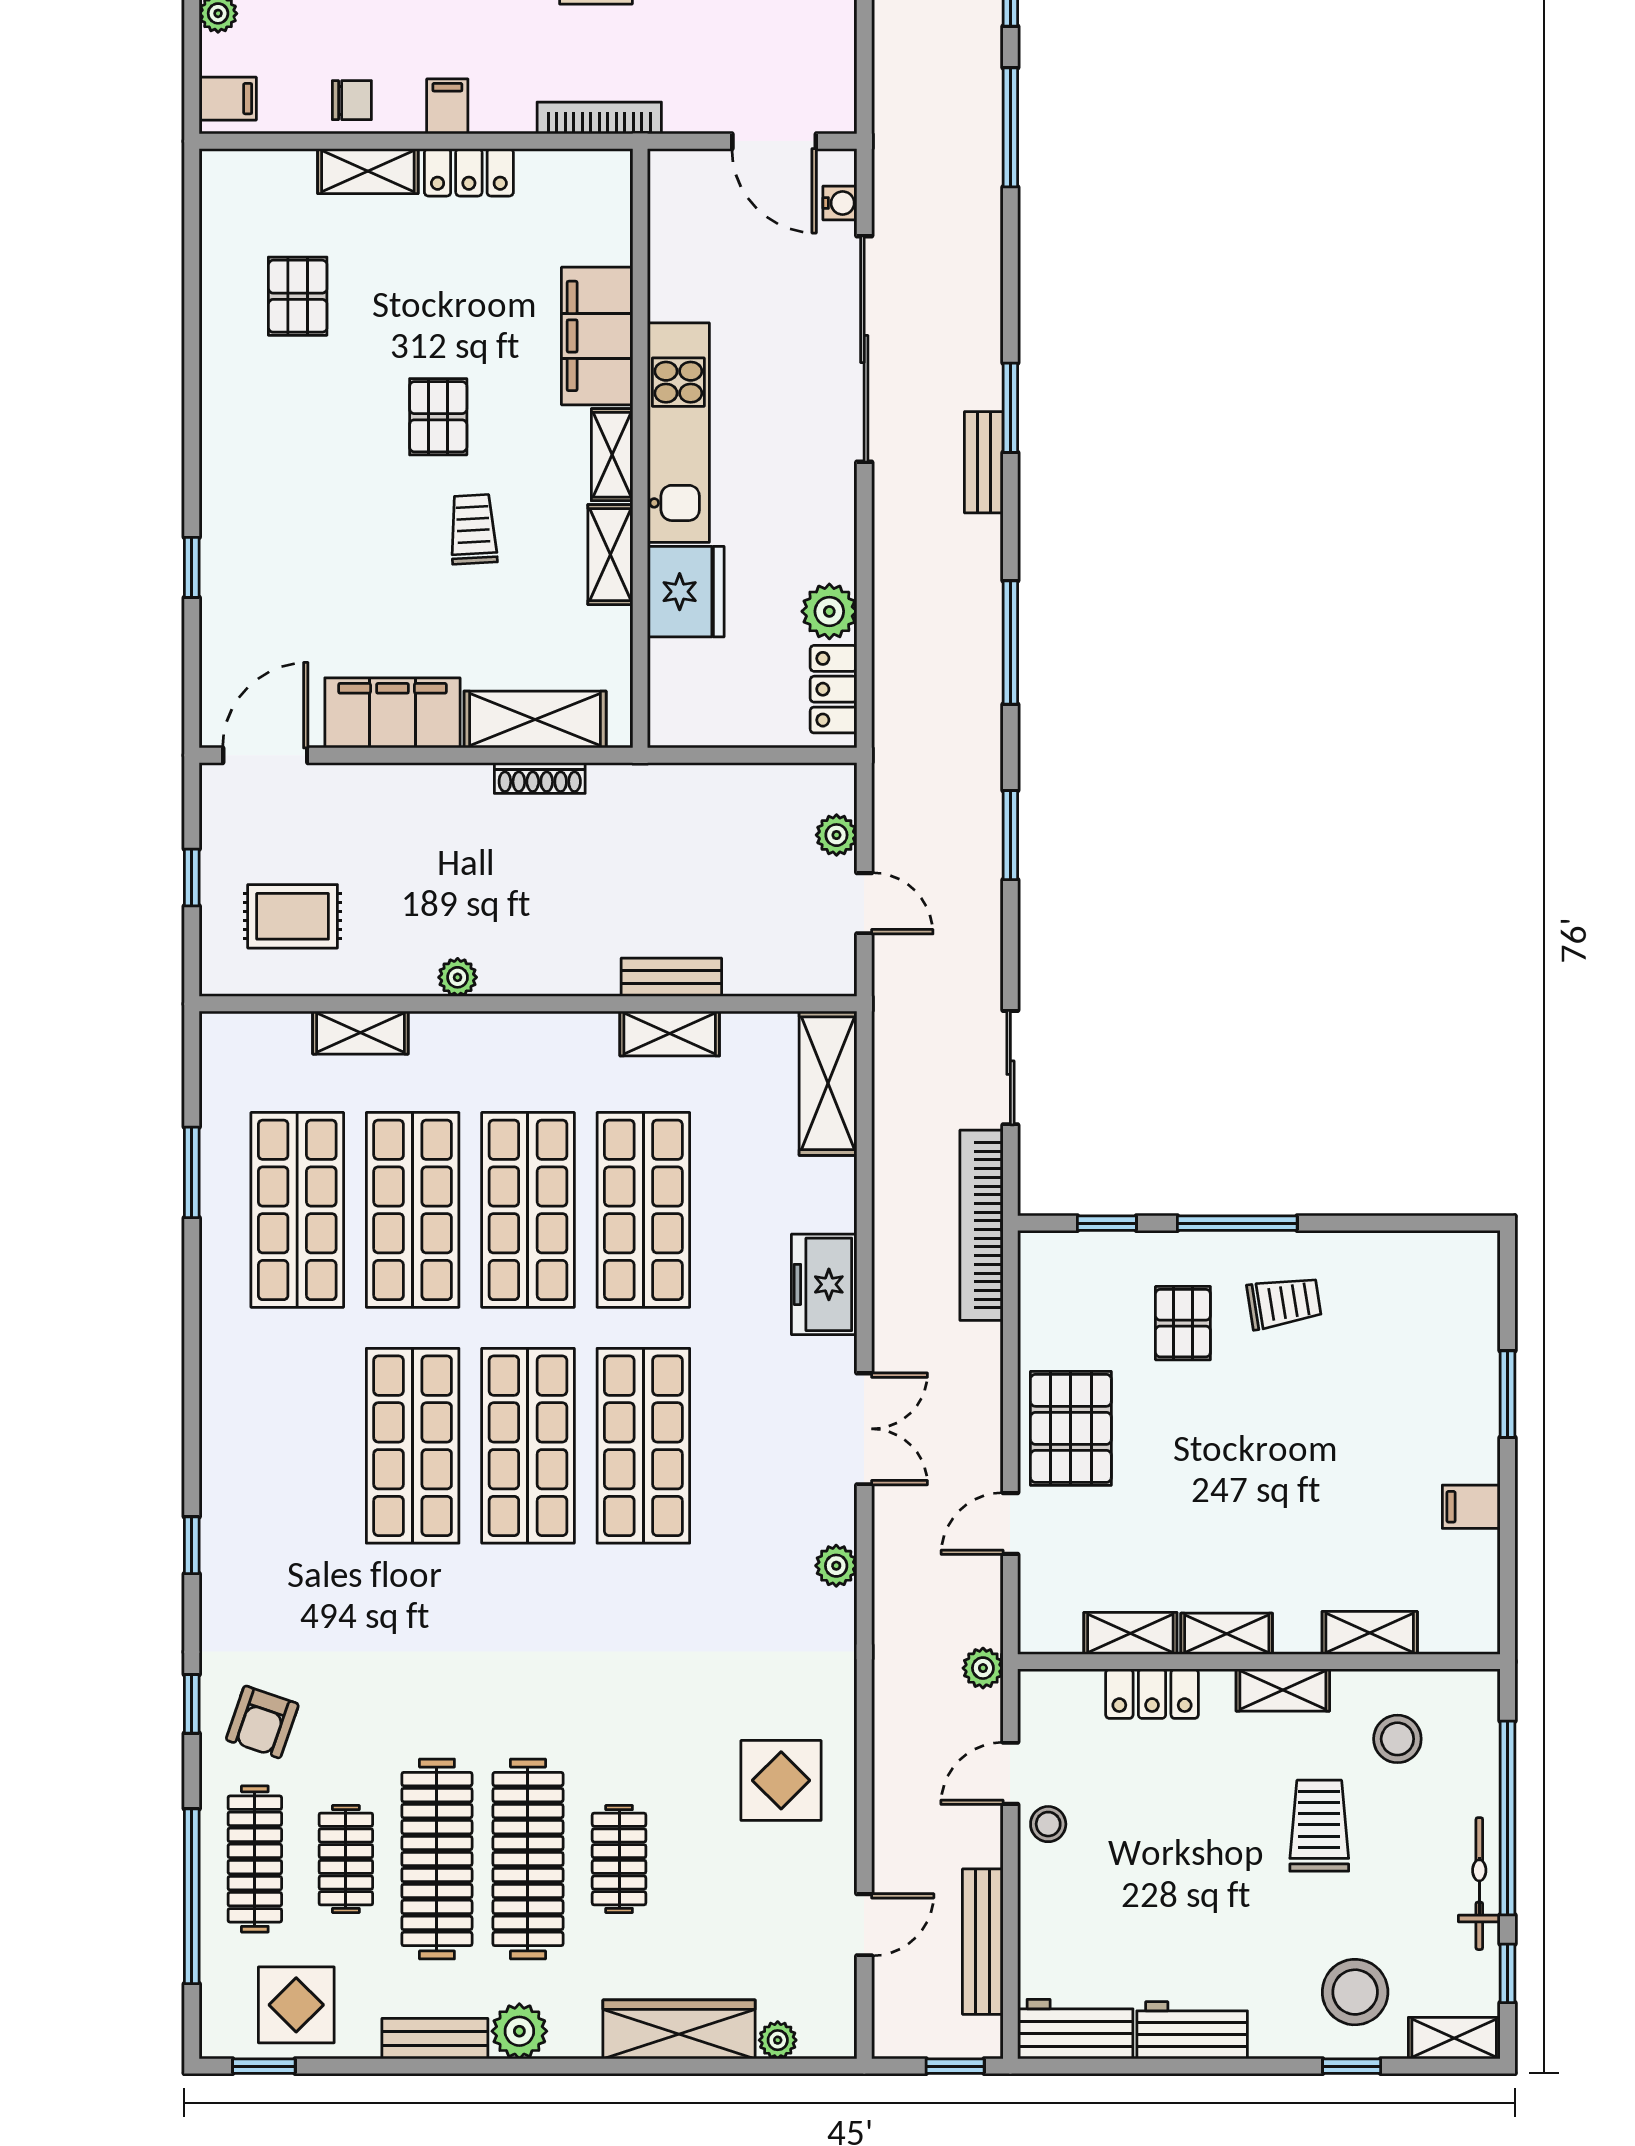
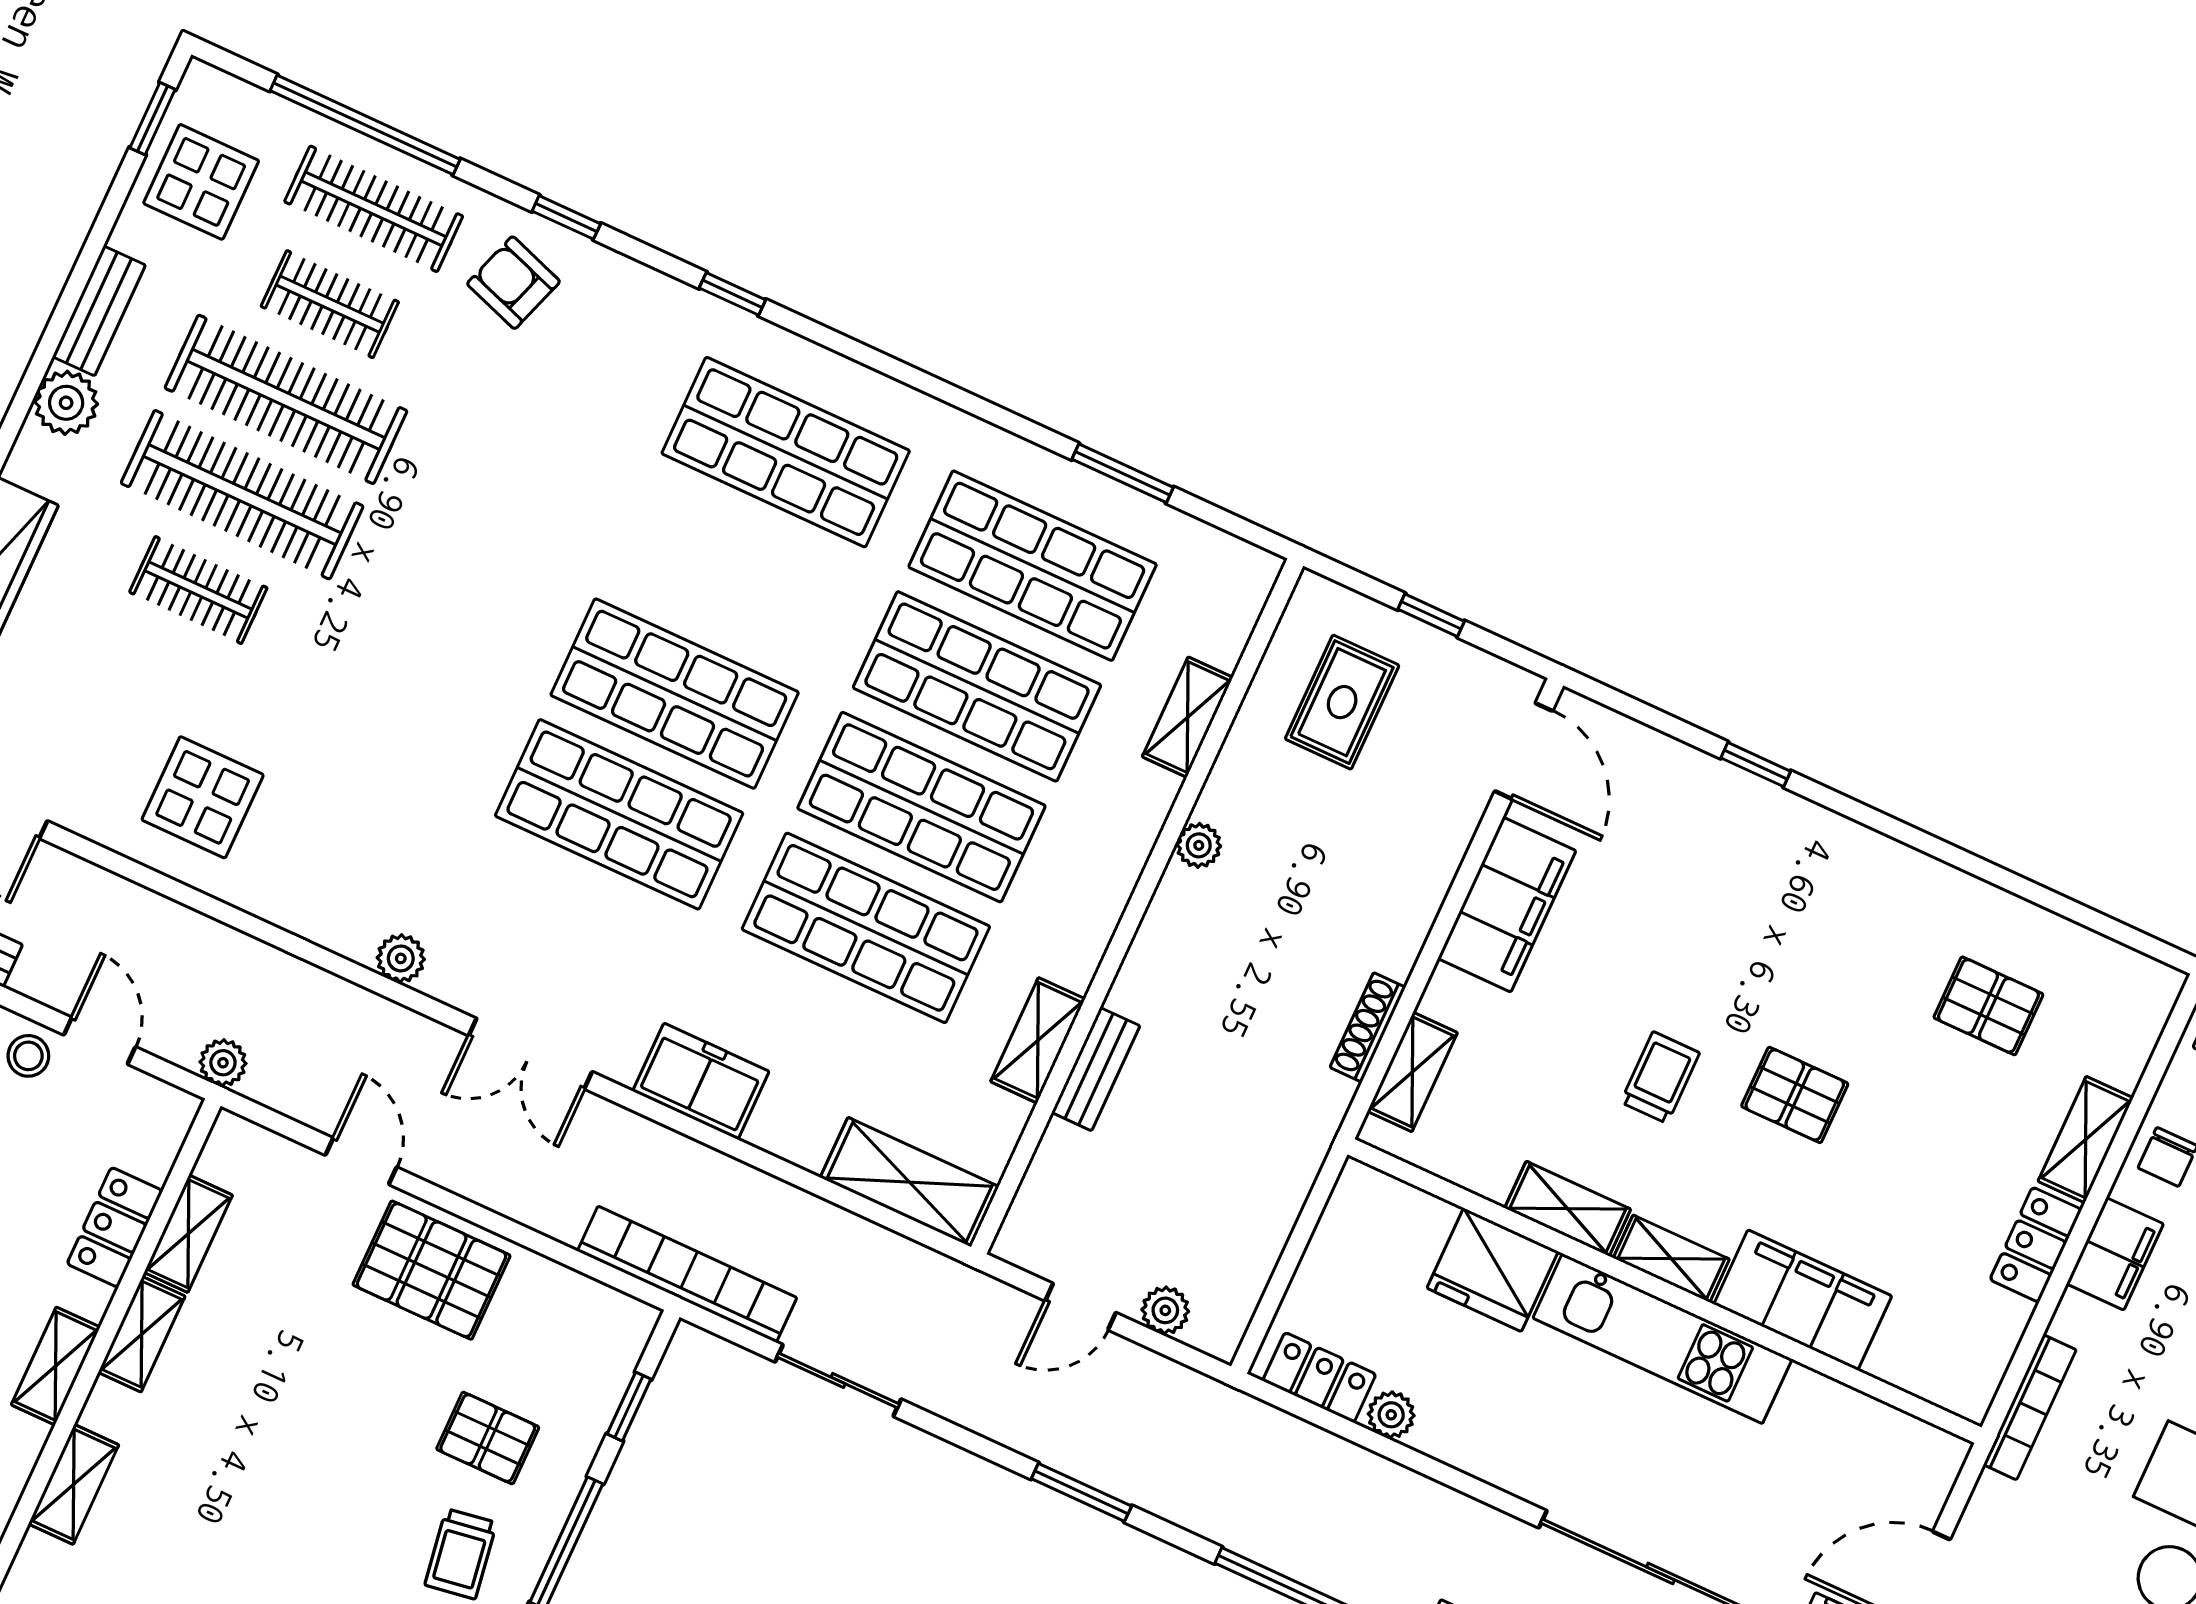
filing cabinet: (447, 106) -> (2115, 1254), width x2.00
trolley: (473, 529) -> (1660, 1077), turned -87
plant: (829, 611) -> (1391, 1415), width x0.73, depth x0.73
shelving: (535, 720) -> (1412, 1072), width x0.67, depth x0.75
shop shelf: (413, 1446) -> (786, 452), moved

